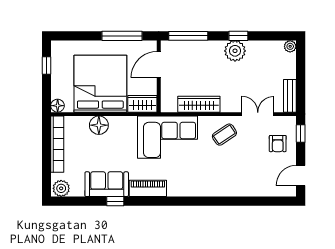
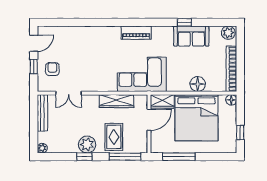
rug: (202, 60) -> (114, 137), added
door: (159, 65) -> (149, 120), moved
bench: (290, 96) -> (42, 113), width x1.36
window: (301, 133) -> (34, 67), moved
coffee table: (224, 135) -> (96, 76), removed
piano: (148, 188) -> (136, 33), moved

